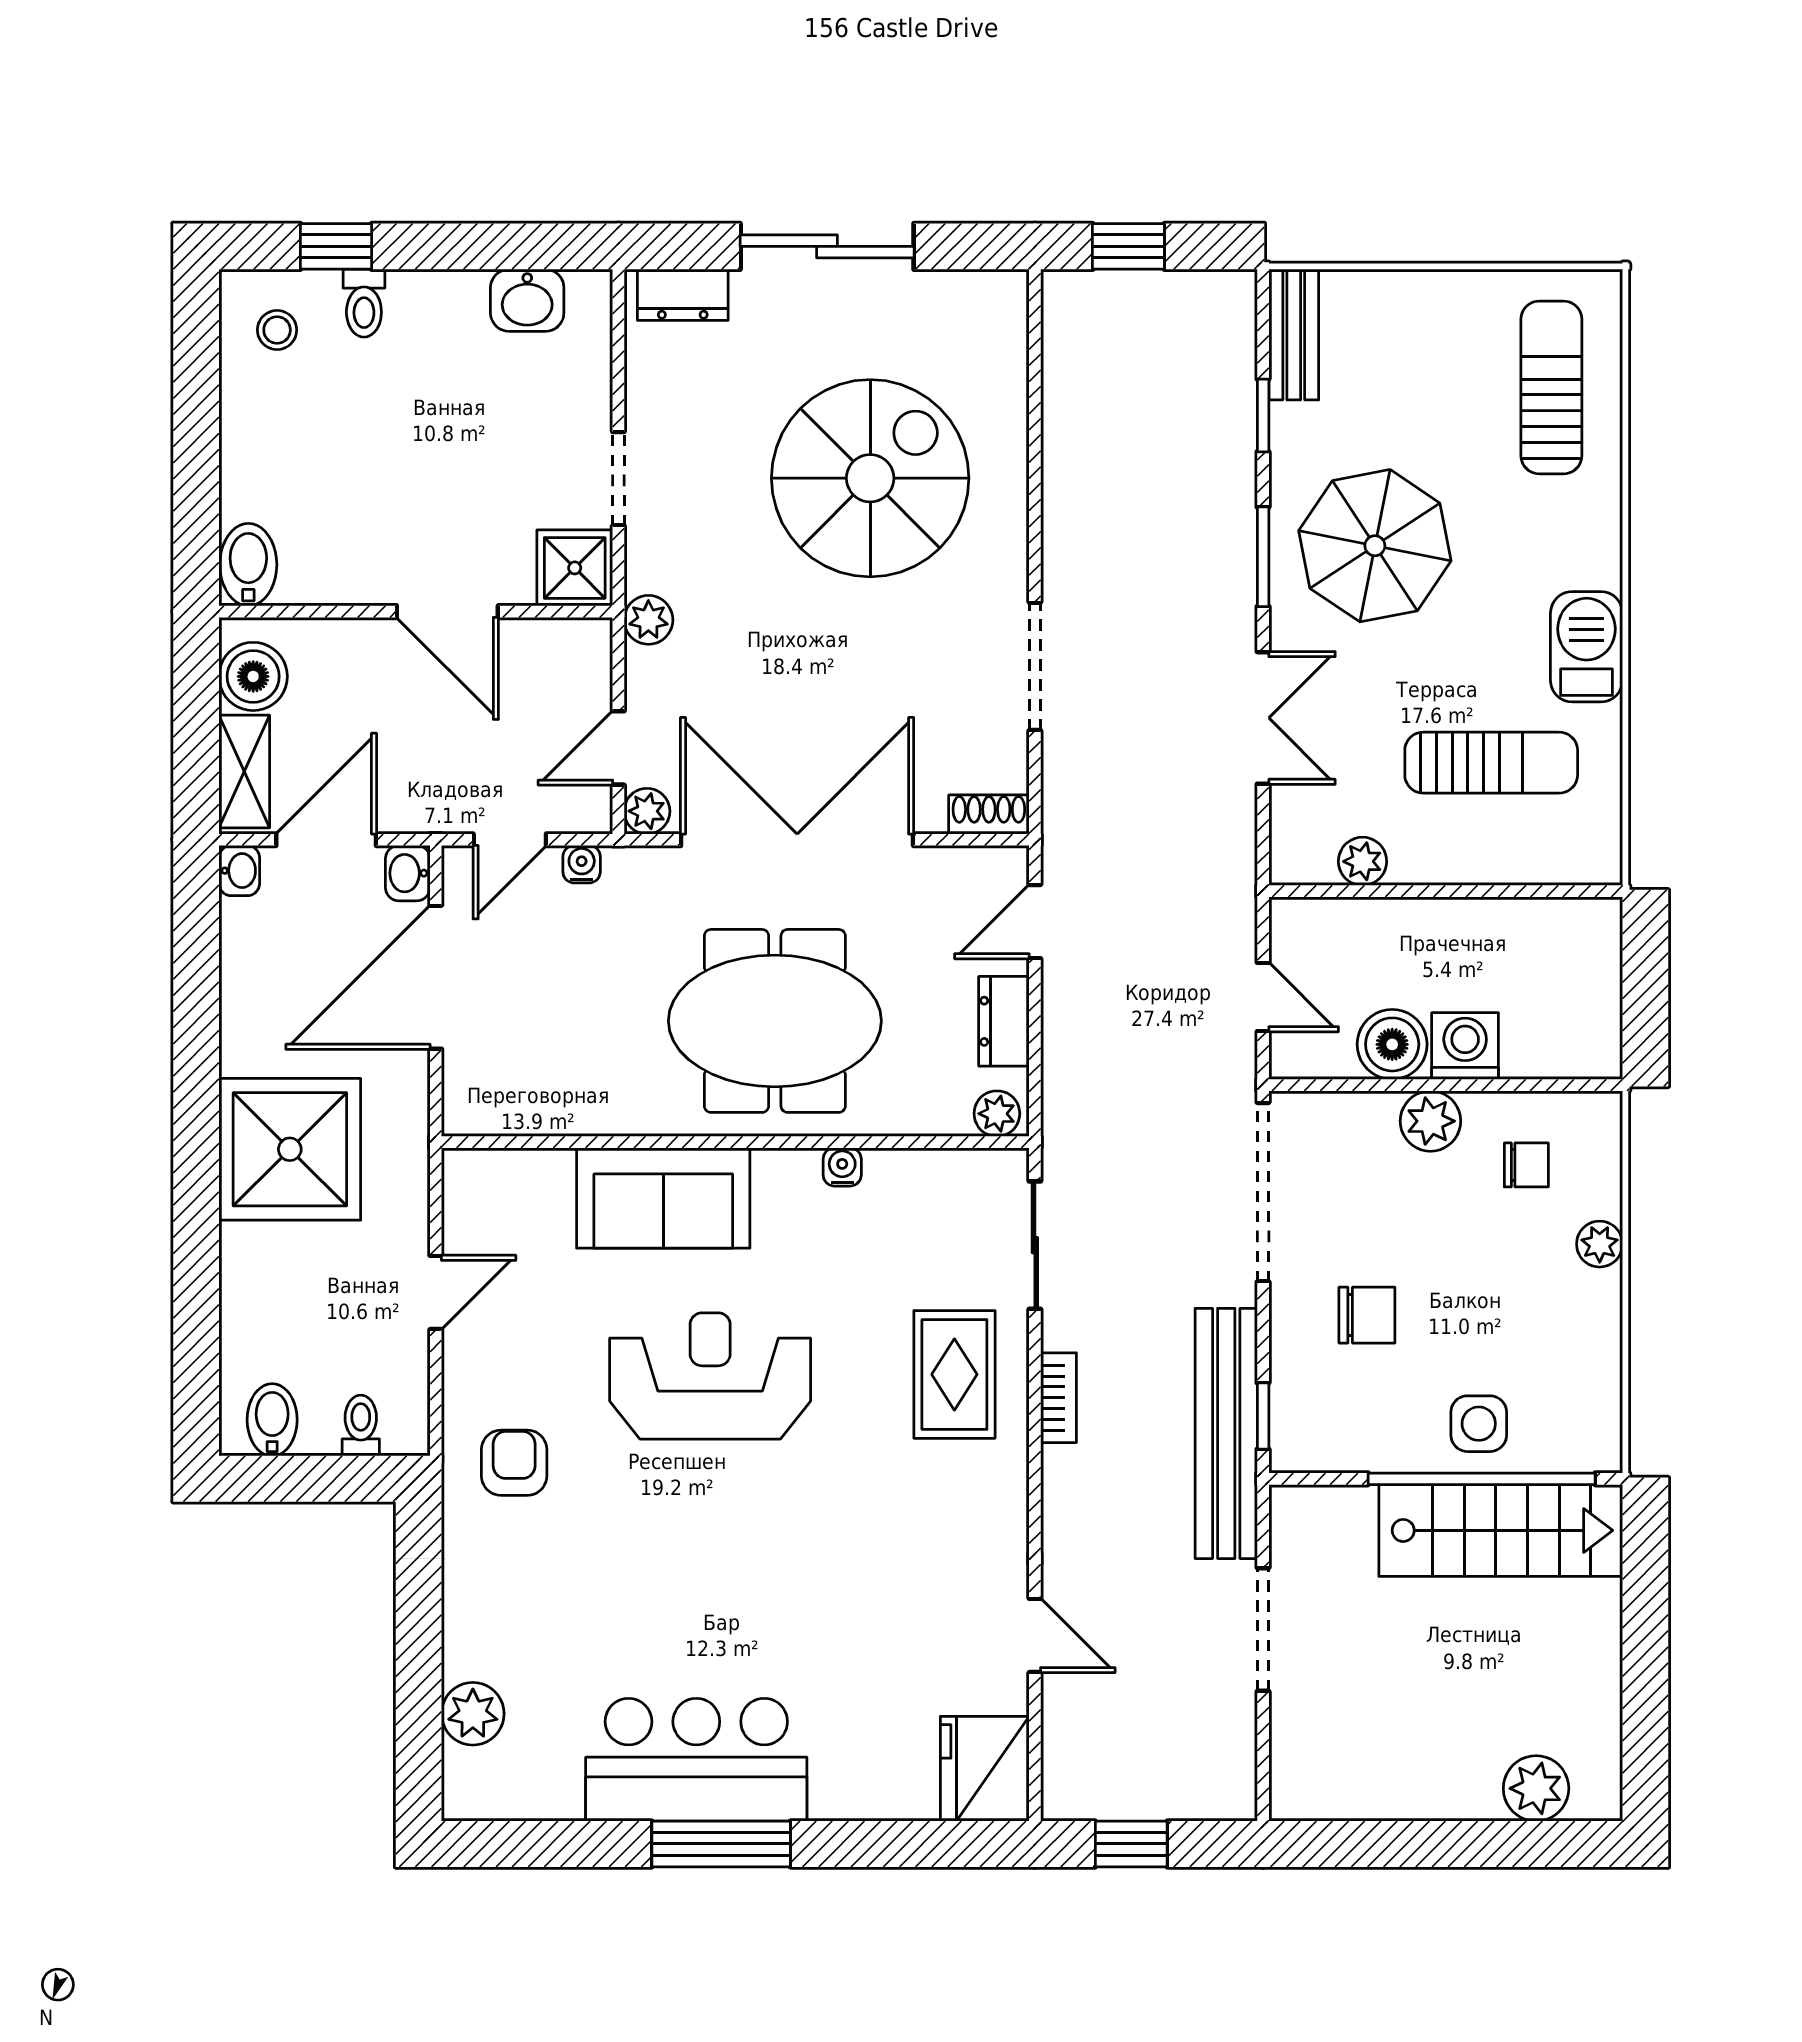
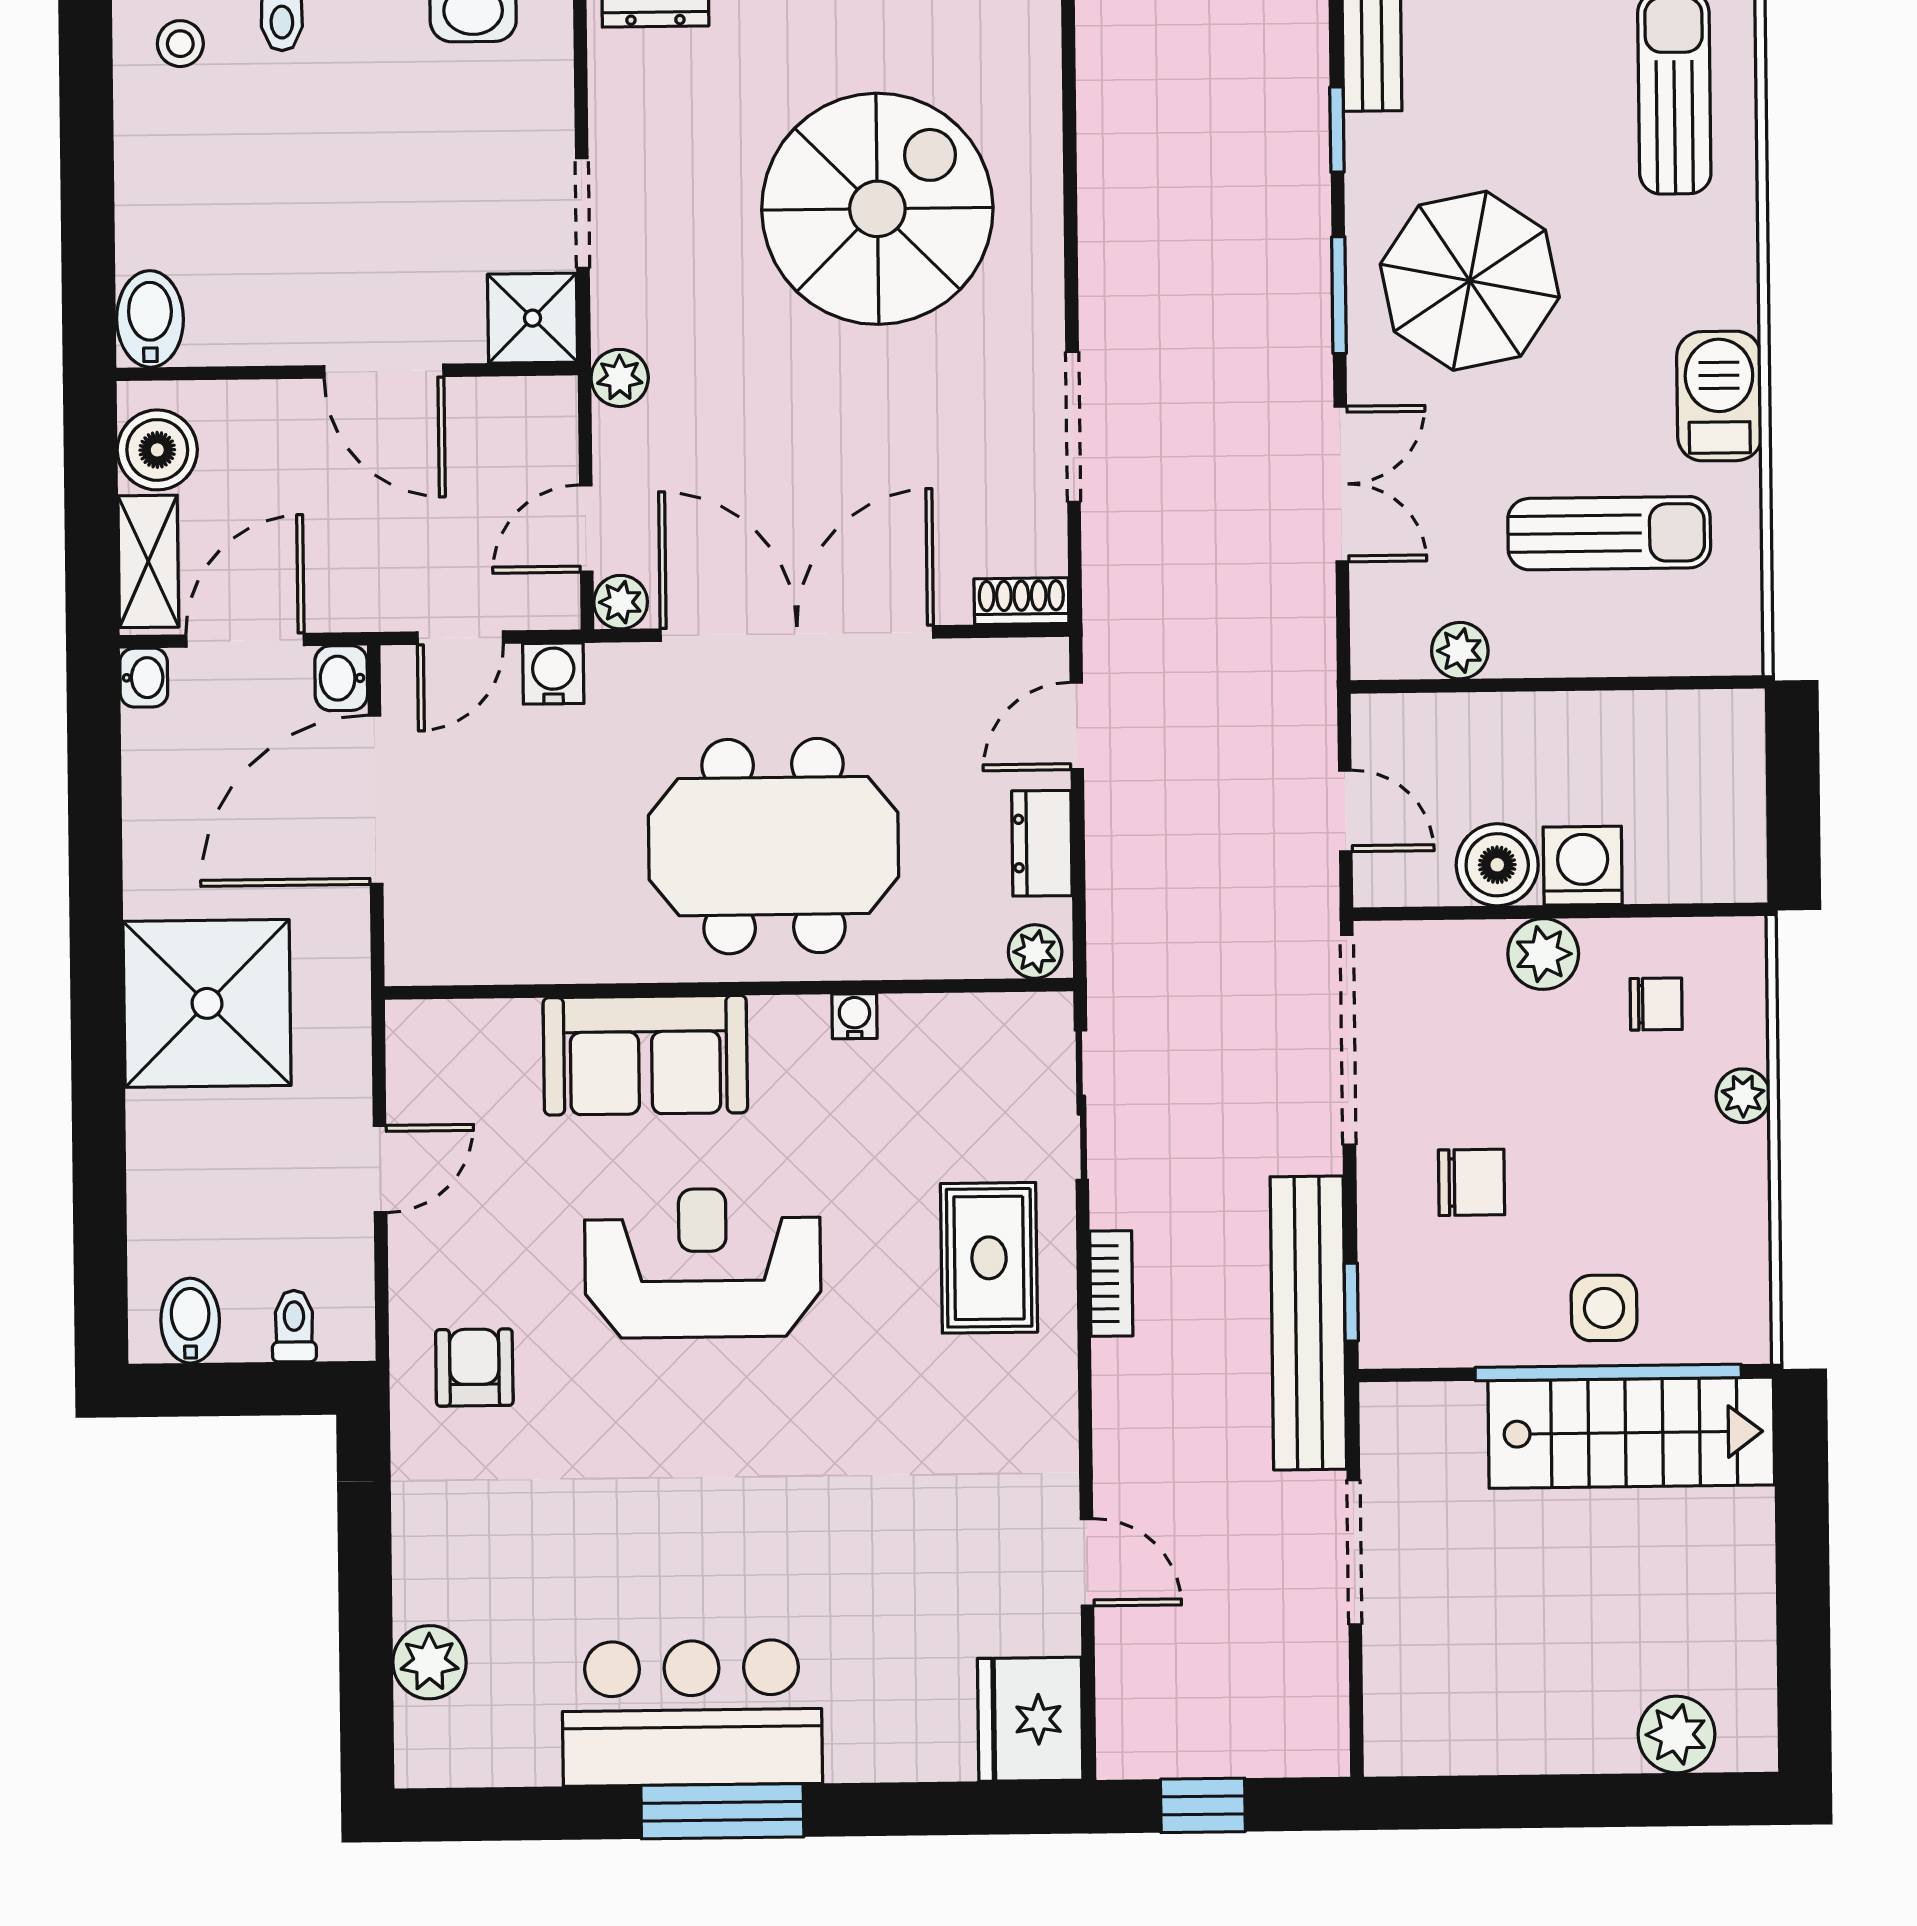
water cooler: (582, 864) -> (553, 673), width x1.38, depth x1.38

